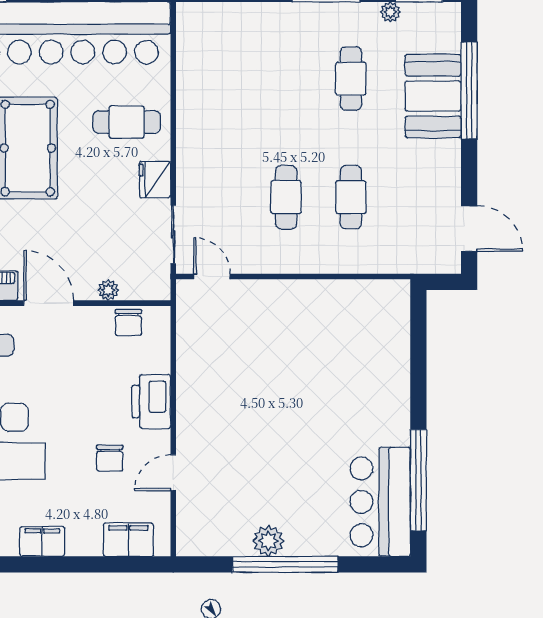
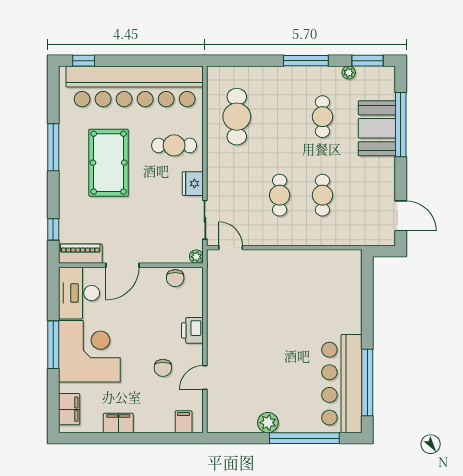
cafe table: (221, 79) -> (237, 117), added
plant: (108, 290) -> (196, 257), moved
door: (49, 303) -> (123, 265), swing flipped
printer: (151, 402) -> (192, 330), width x0.73, depth x0.84
bar counter: (380, 502) -> (342, 384), width x1.36
filing cabinet: (128, 540) -> (184, 422), width x0.50
window: (285, 564) -> (304, 438), moved

